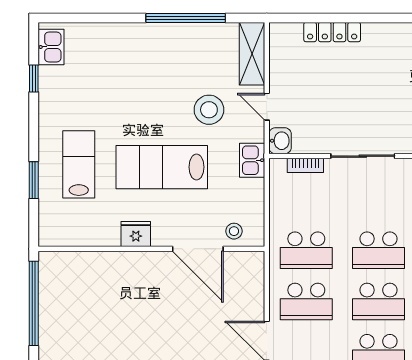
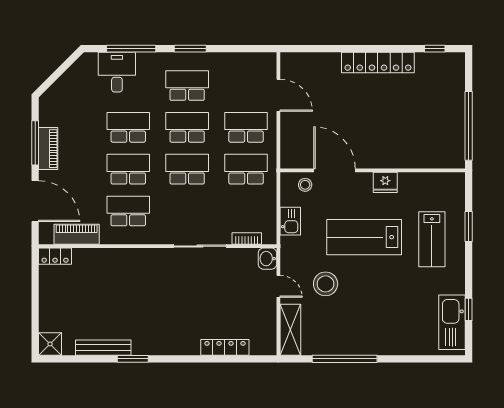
kitchen sink: (51, 47) -> (452, 322), width x1.88, depth x1.24
kitchen sink: (252, 160) -> (290, 221), moved
lab bench: (162, 167) -> (364, 237), turned 180

